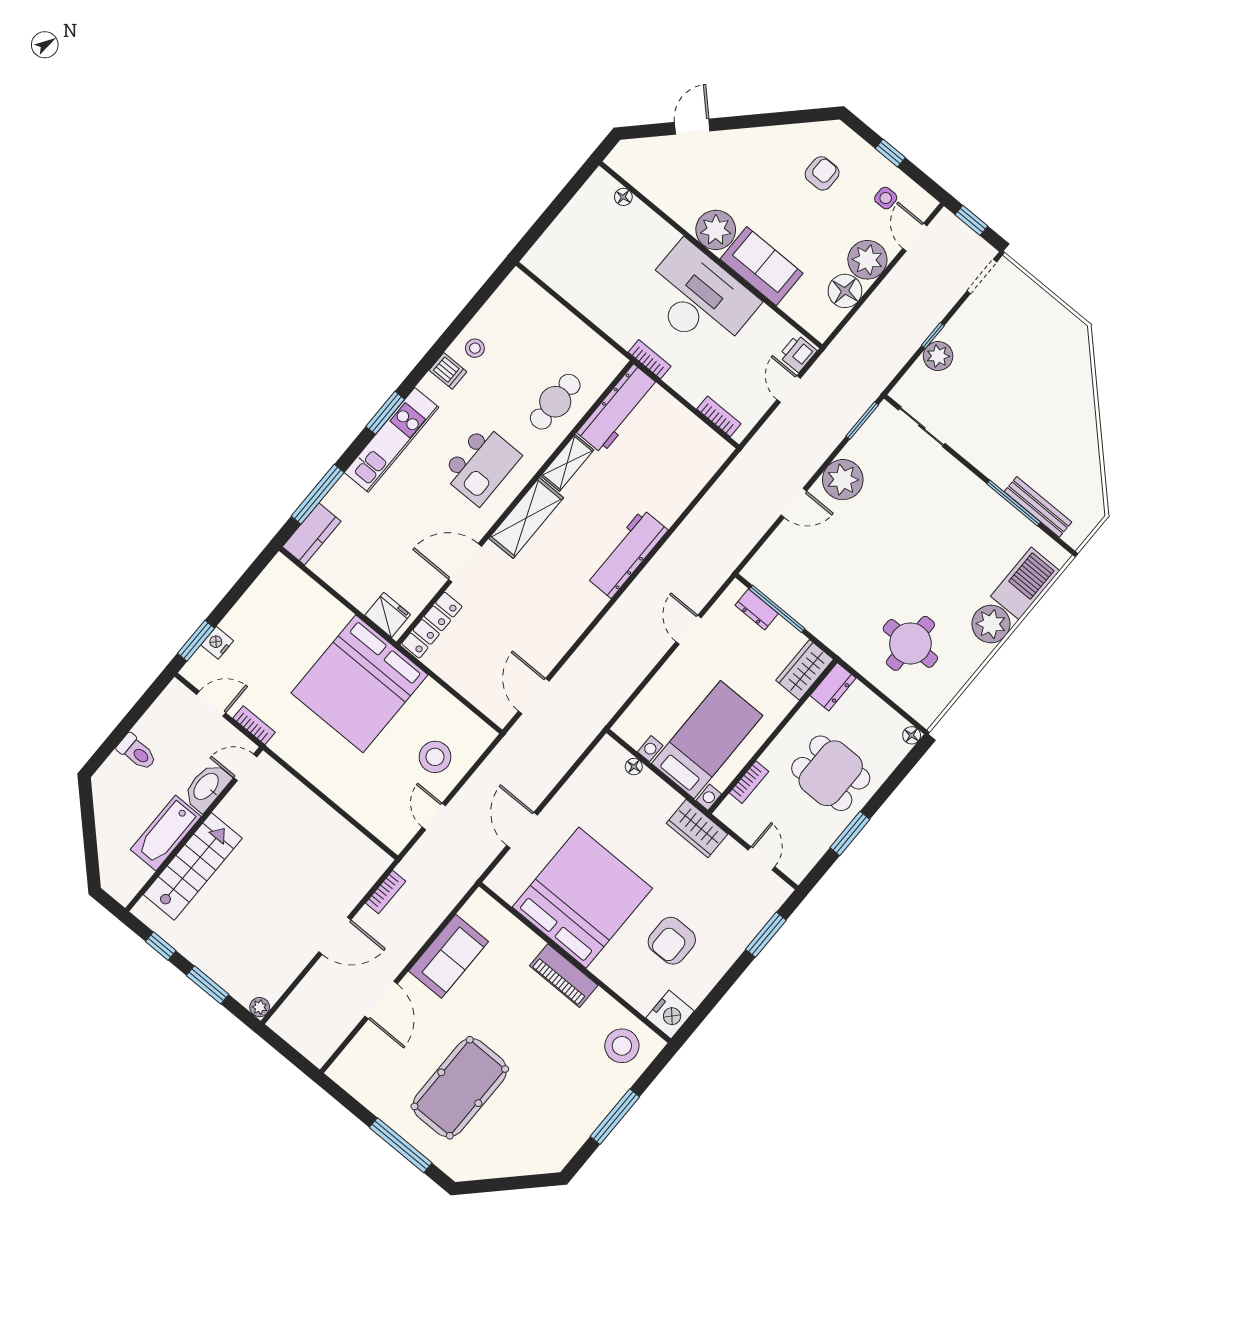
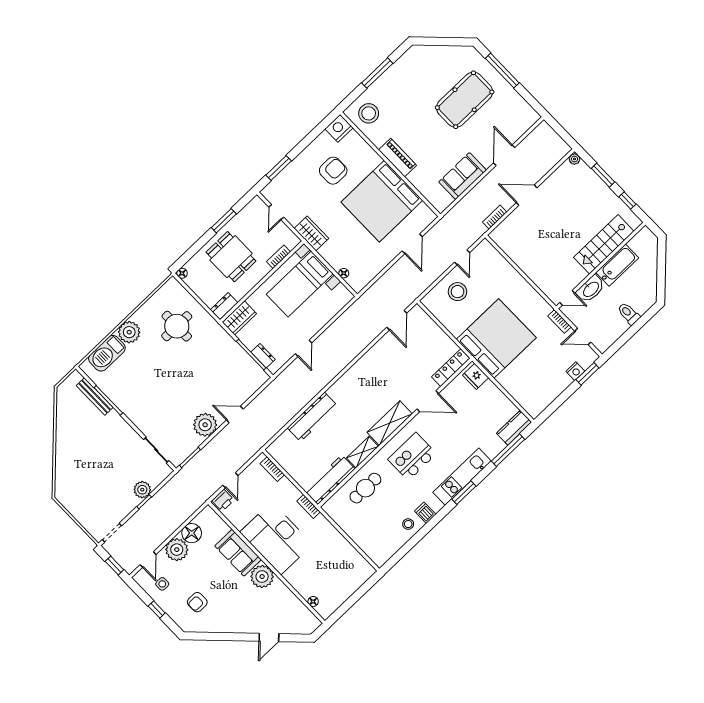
workbench: (627, 554) -> (312, 417), moved

